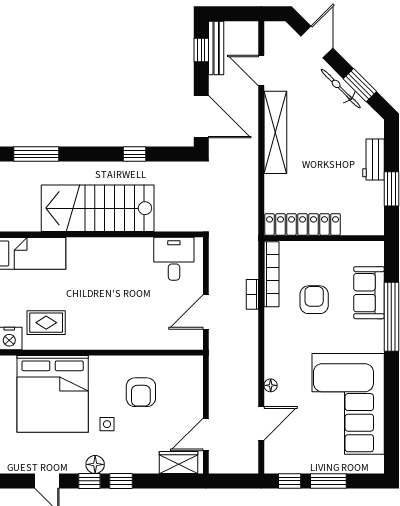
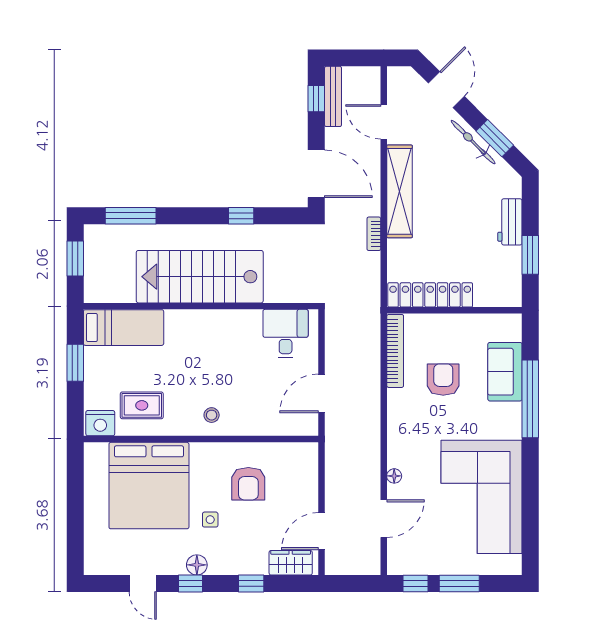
bookcase: (252, 294) -> (374, 234), moved
stool: (108, 331) -> (212, 415), added
window: (121, 481) -> (251, 583), moved

